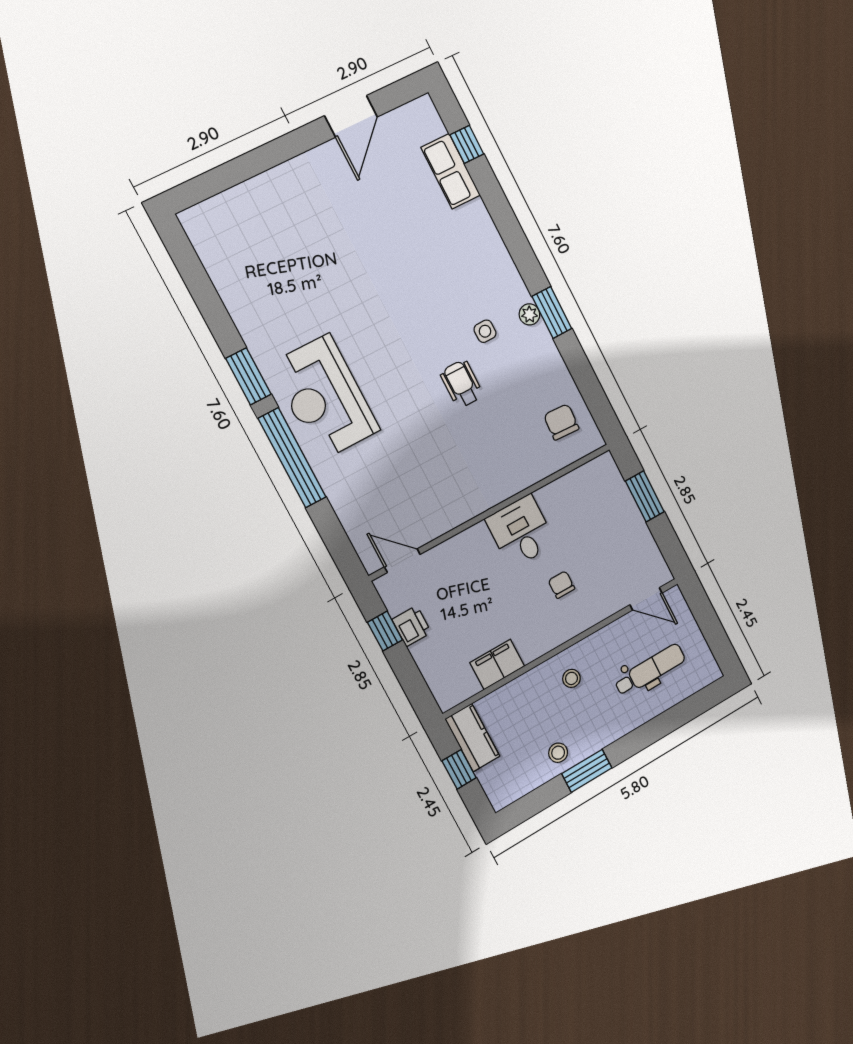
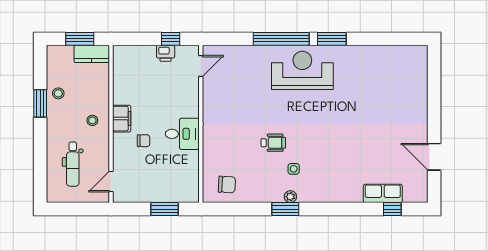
filing cabinet: (497, 664) -> (122, 119), moved
window: (459, 769) -> (80, 39), width x1.50

